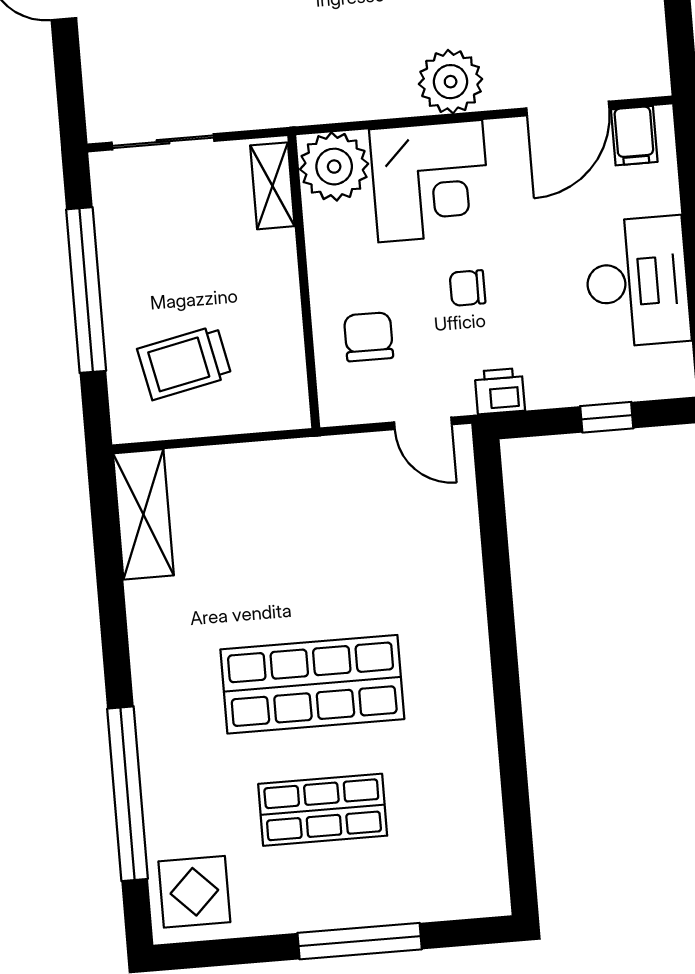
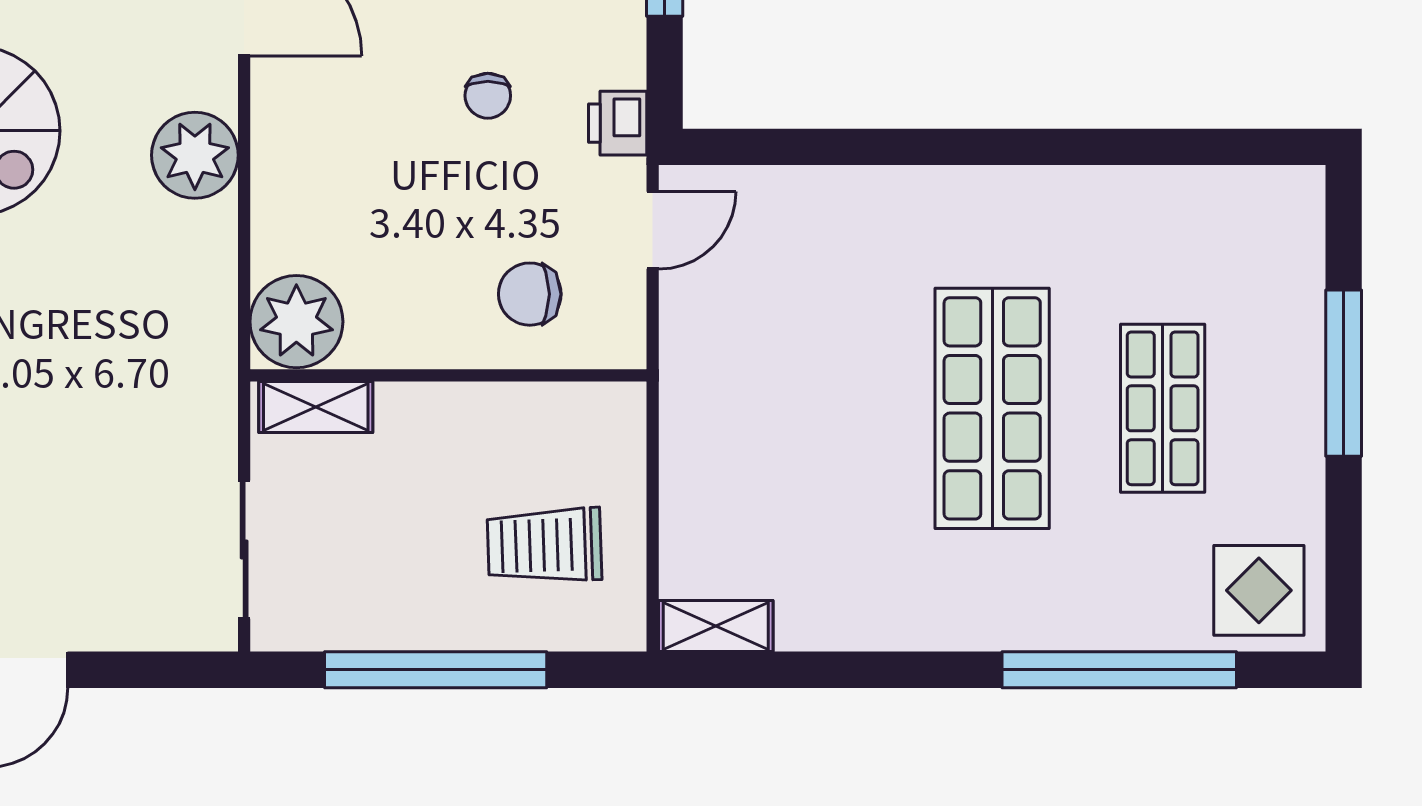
corner desk: (430, 181) -> (327, 194), removed
chair: (468, 288) -> (488, 96), moved
trolley: (184, 363) -> (544, 545), turned 100
shelving: (143, 514) -> (716, 626), width x0.67, depth x0.75

